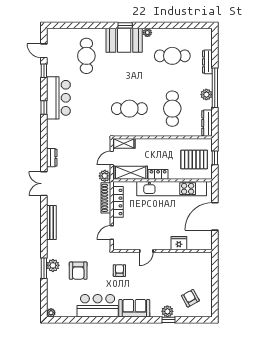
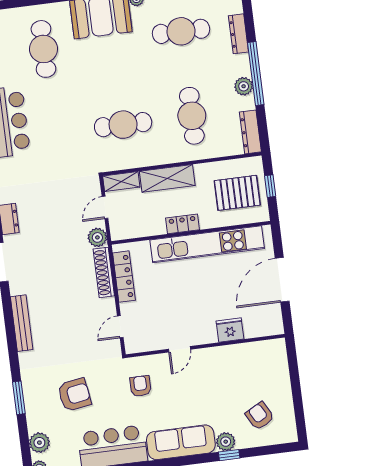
shelving: (131, 173) -> (167, 178), moved
plant: (53, 265) -> (39, 443), moved
armchair: (78, 271) -> (74, 395), turned -99
sofa: (134, 308) -> (181, 442), width x1.36

